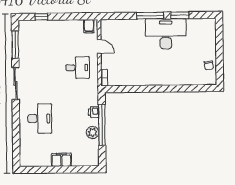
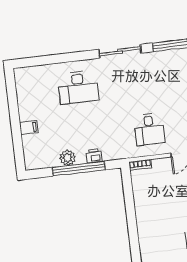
filing cabinet: (61, 160) -> (29, 128), width x0.50

